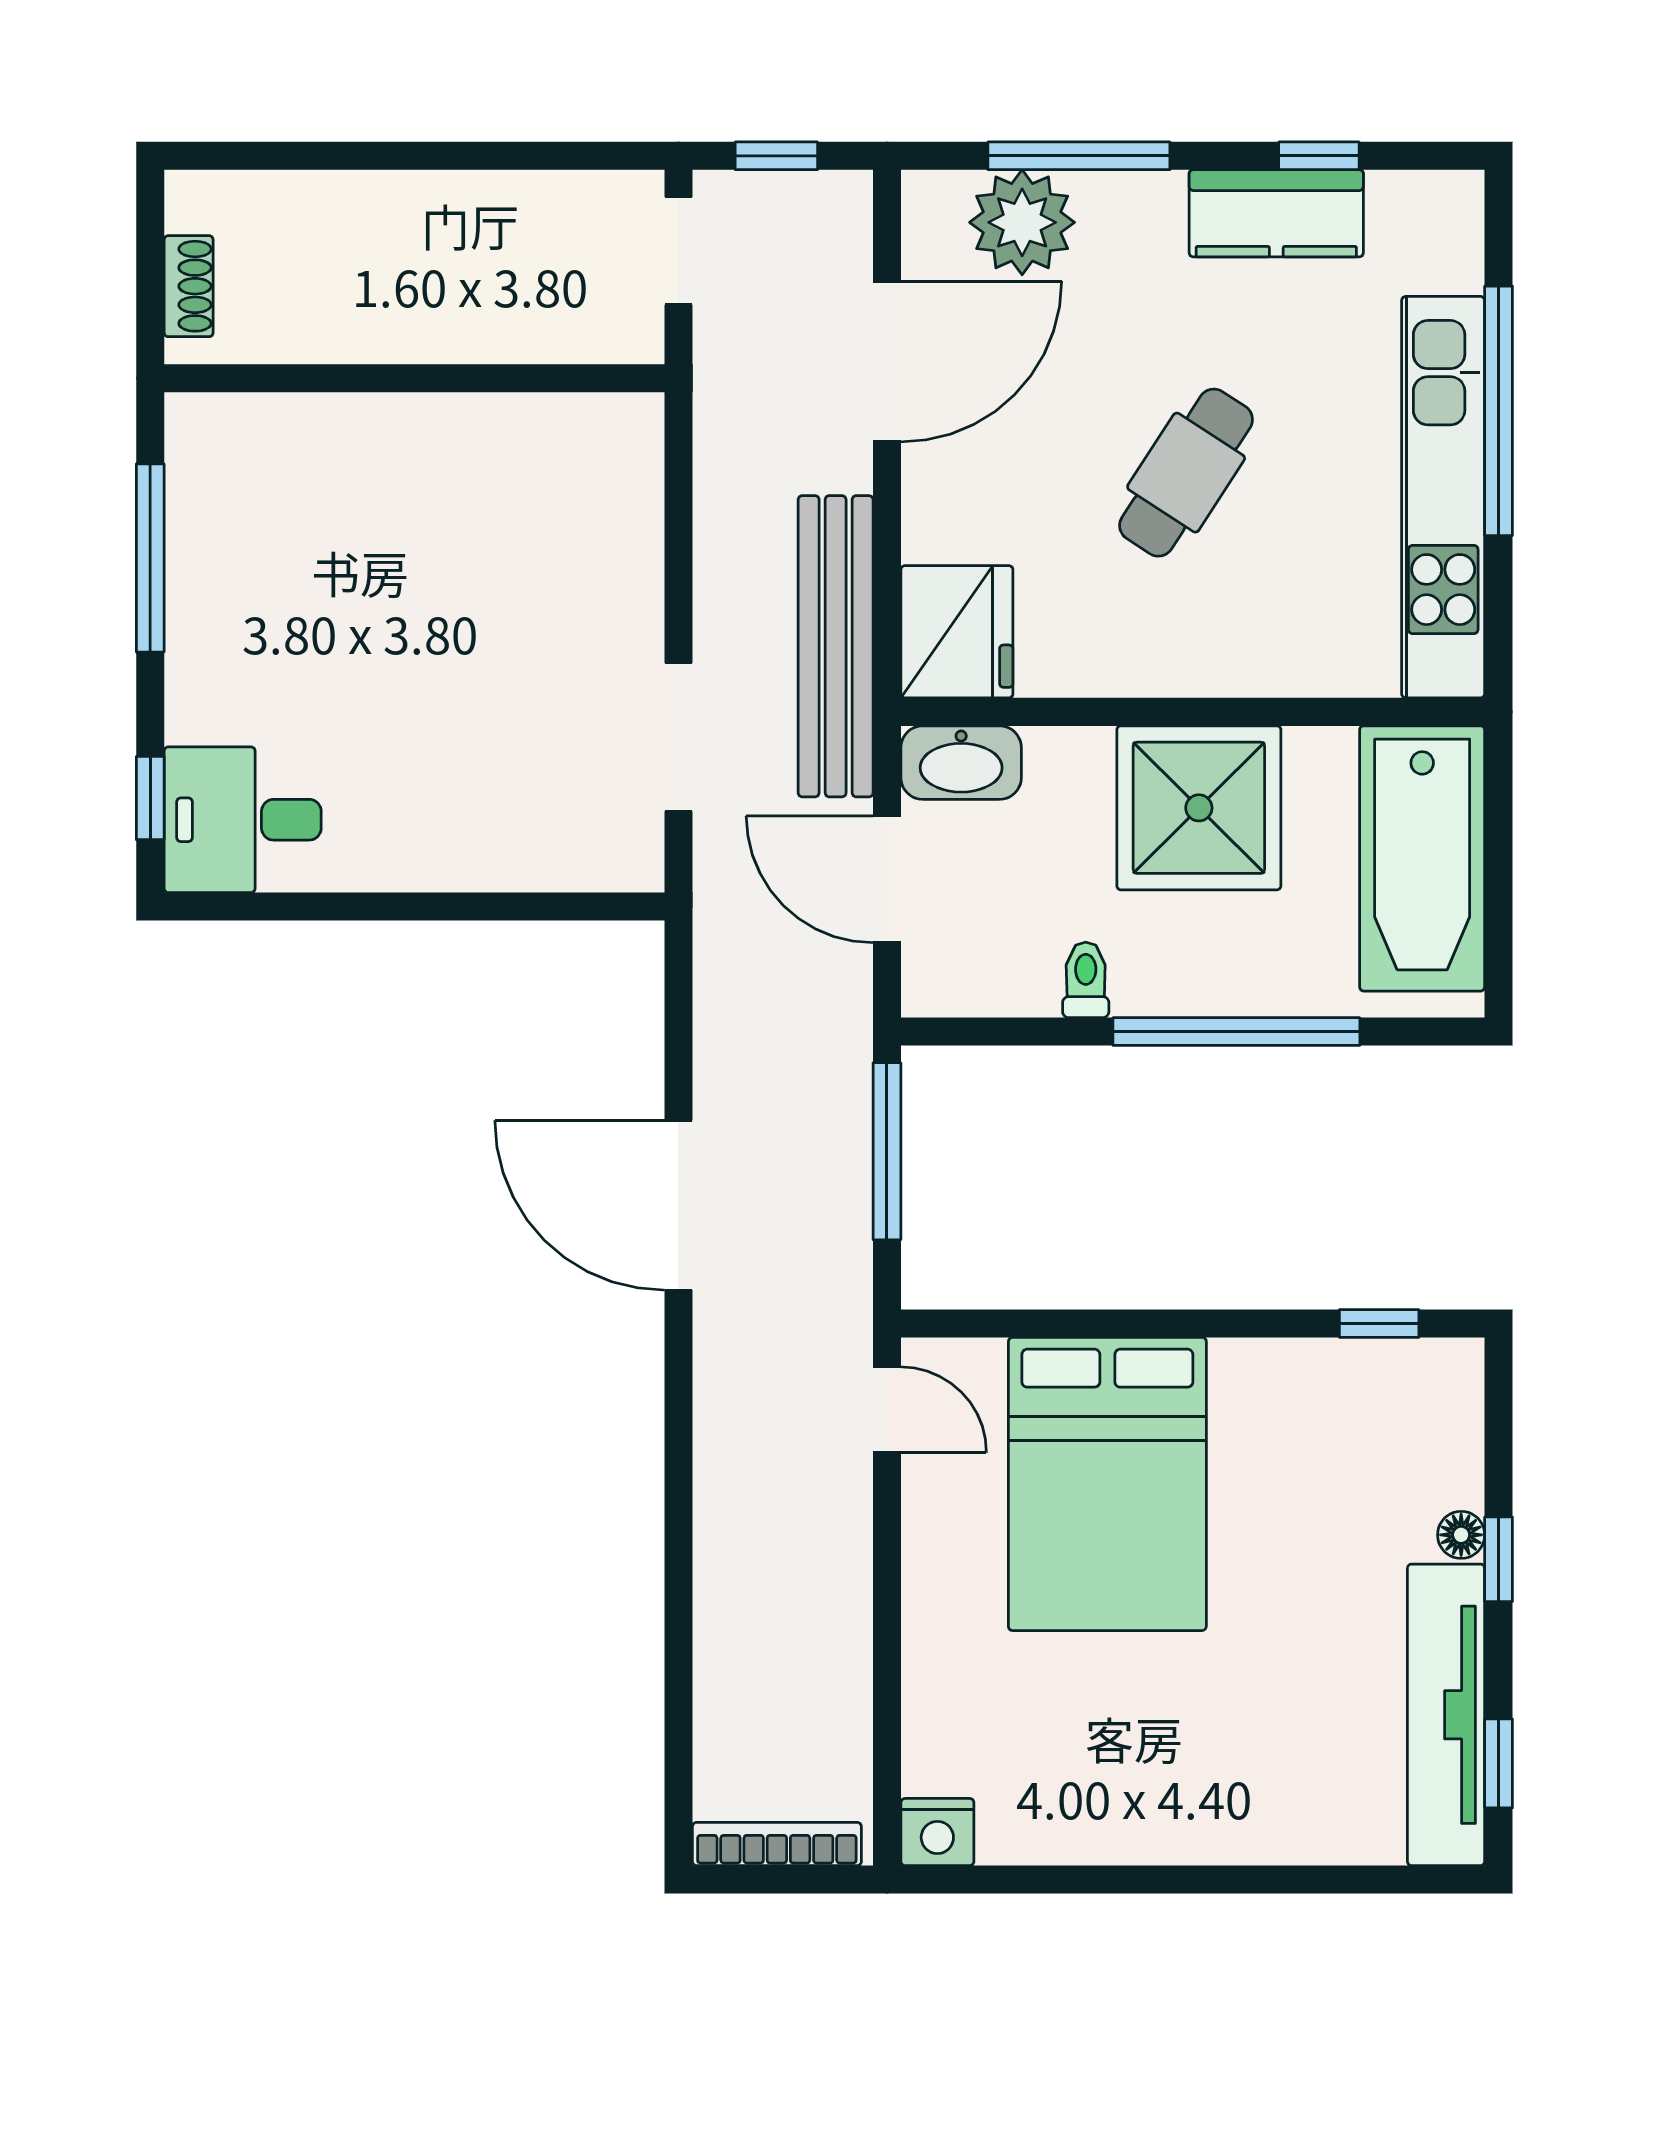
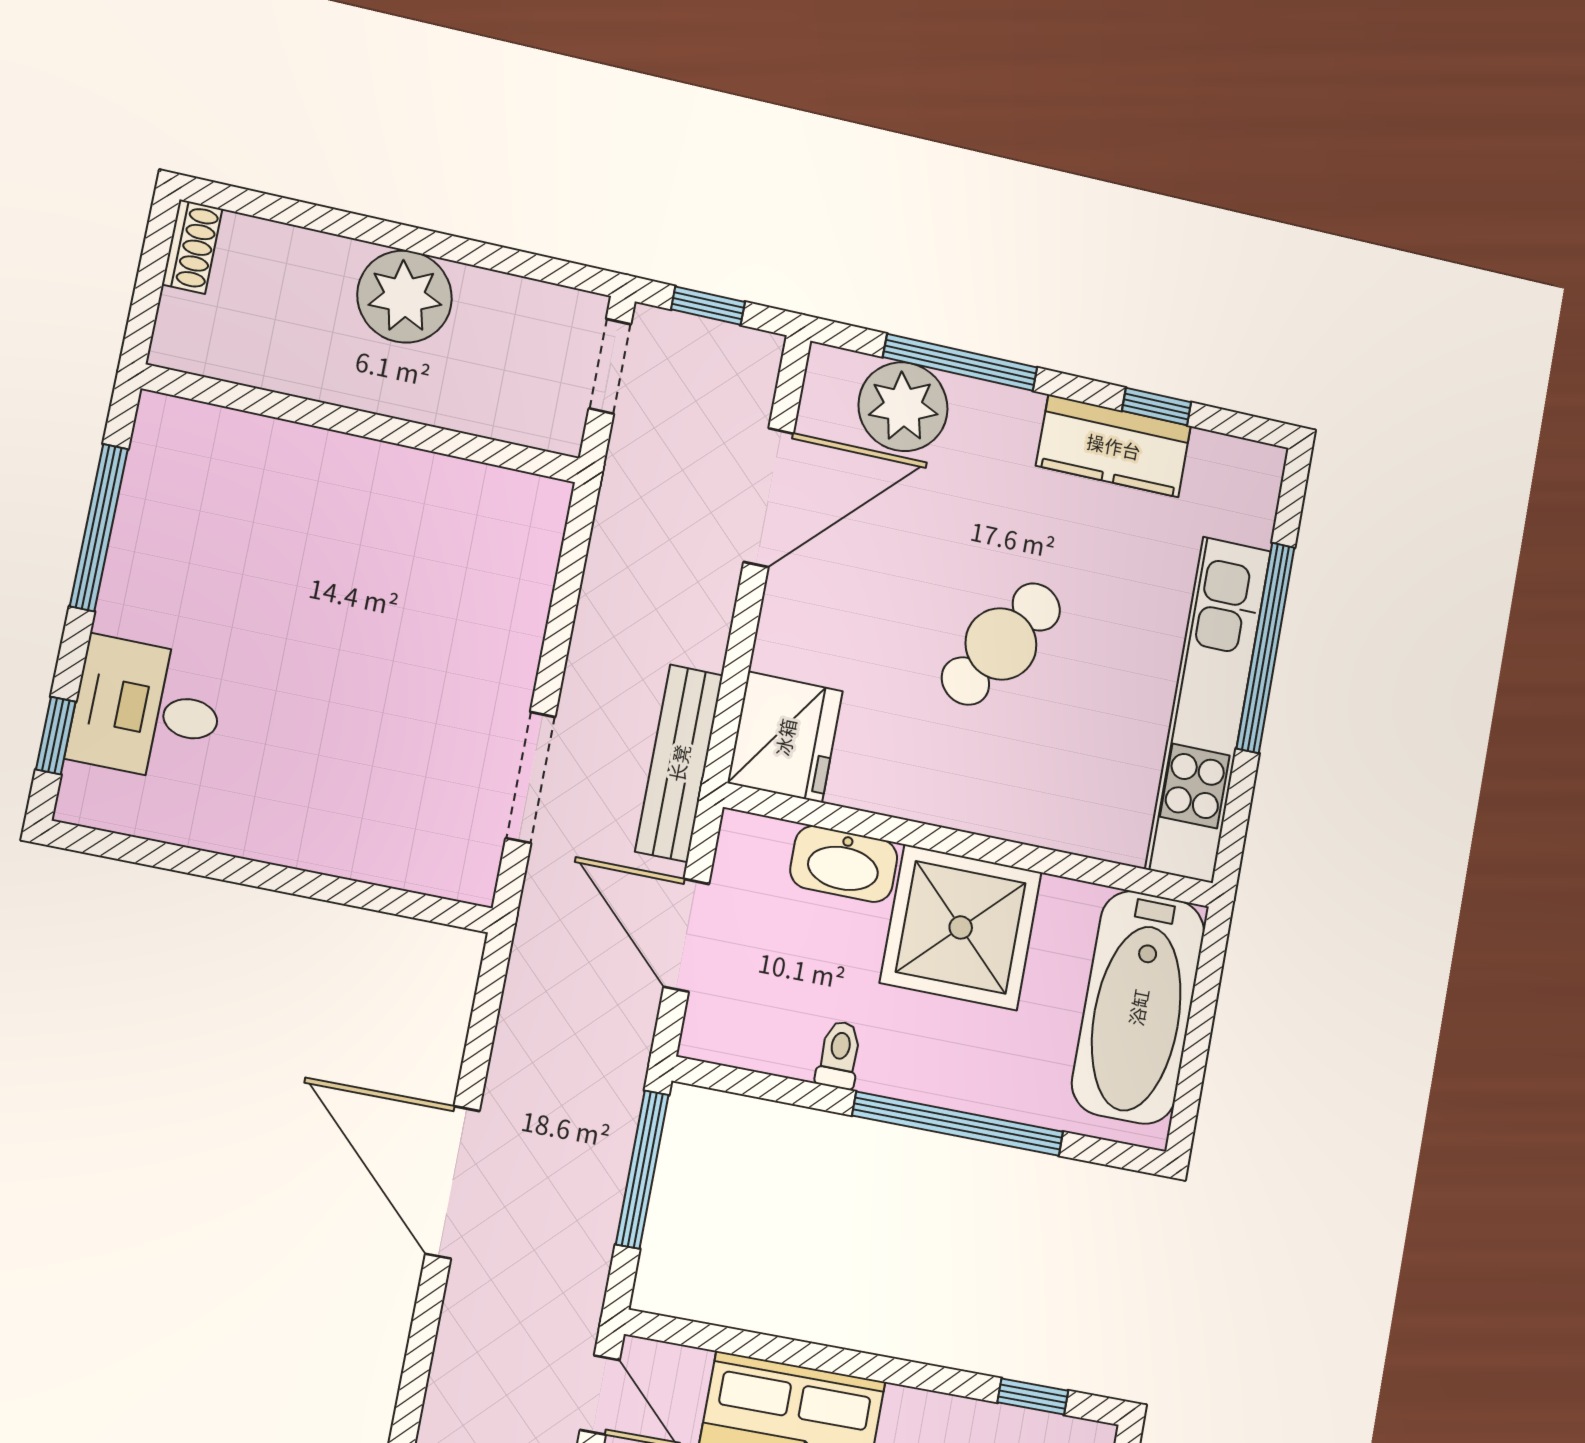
plant: (433, 223) -> (405, 297), added
shoe rack: (189, 286) -> (192, 247), moved
bench: (836, 646) -> (679, 763), width x0.73, depth x0.82
washbasin: (961, 763) -> (844, 864), moved
desk: (243, 820) -> (147, 710), moved

